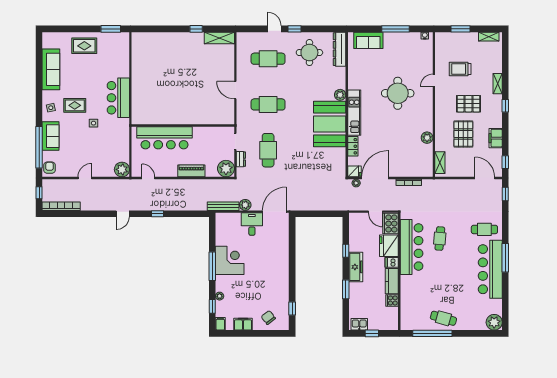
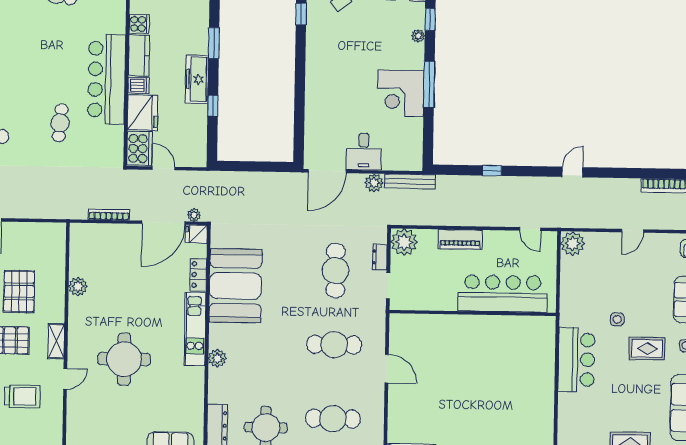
booth: (330, 124) -> (236, 286), moved
shelving: (440, 163) -> (56, 341), moved
window: (157, 214) -> (492, 171), moved
bar counter: (412, 247) -> (107, 79), moved

